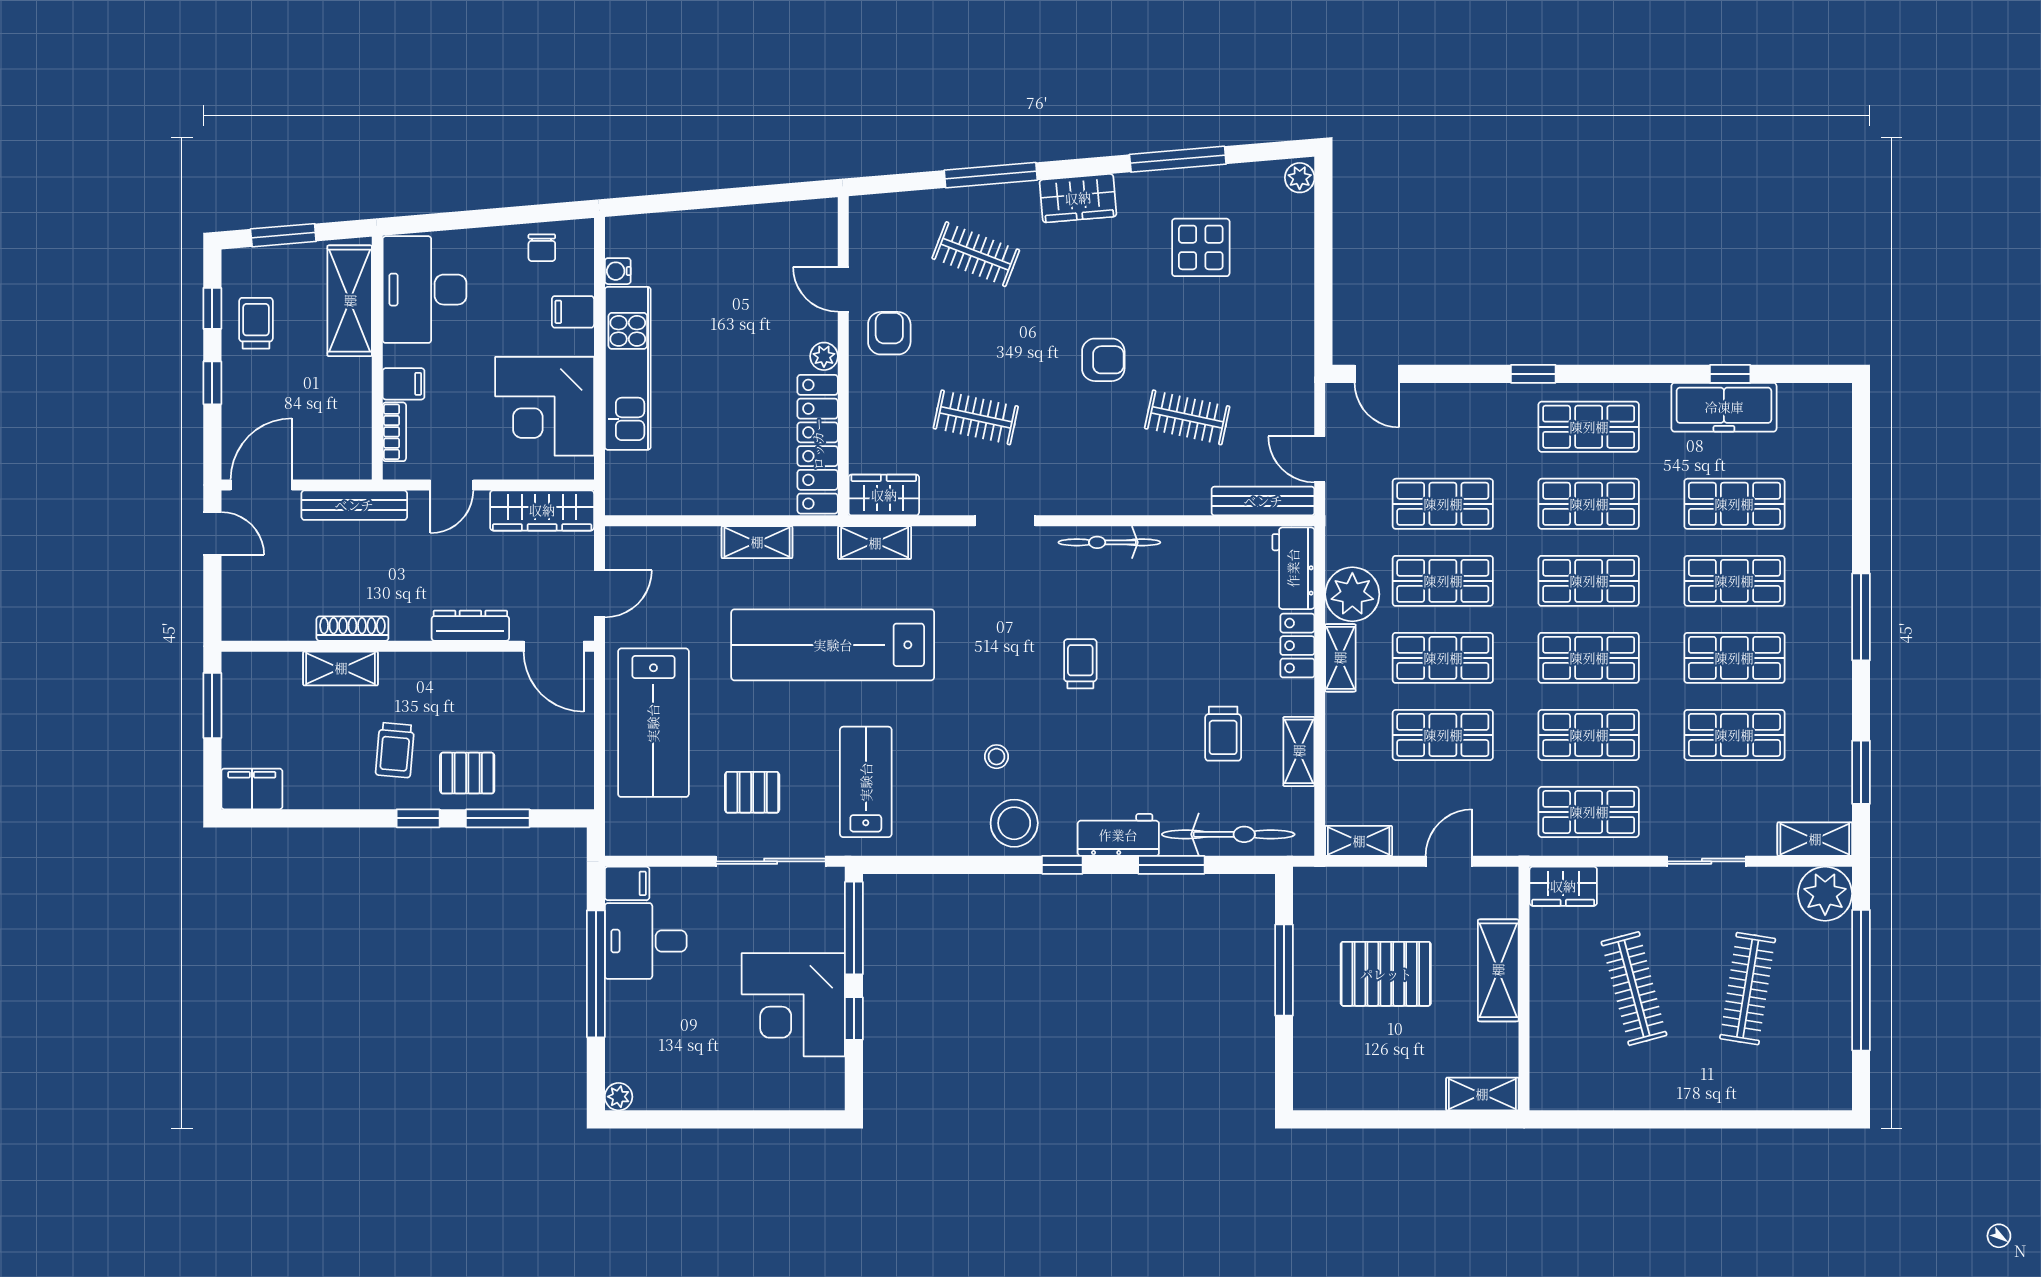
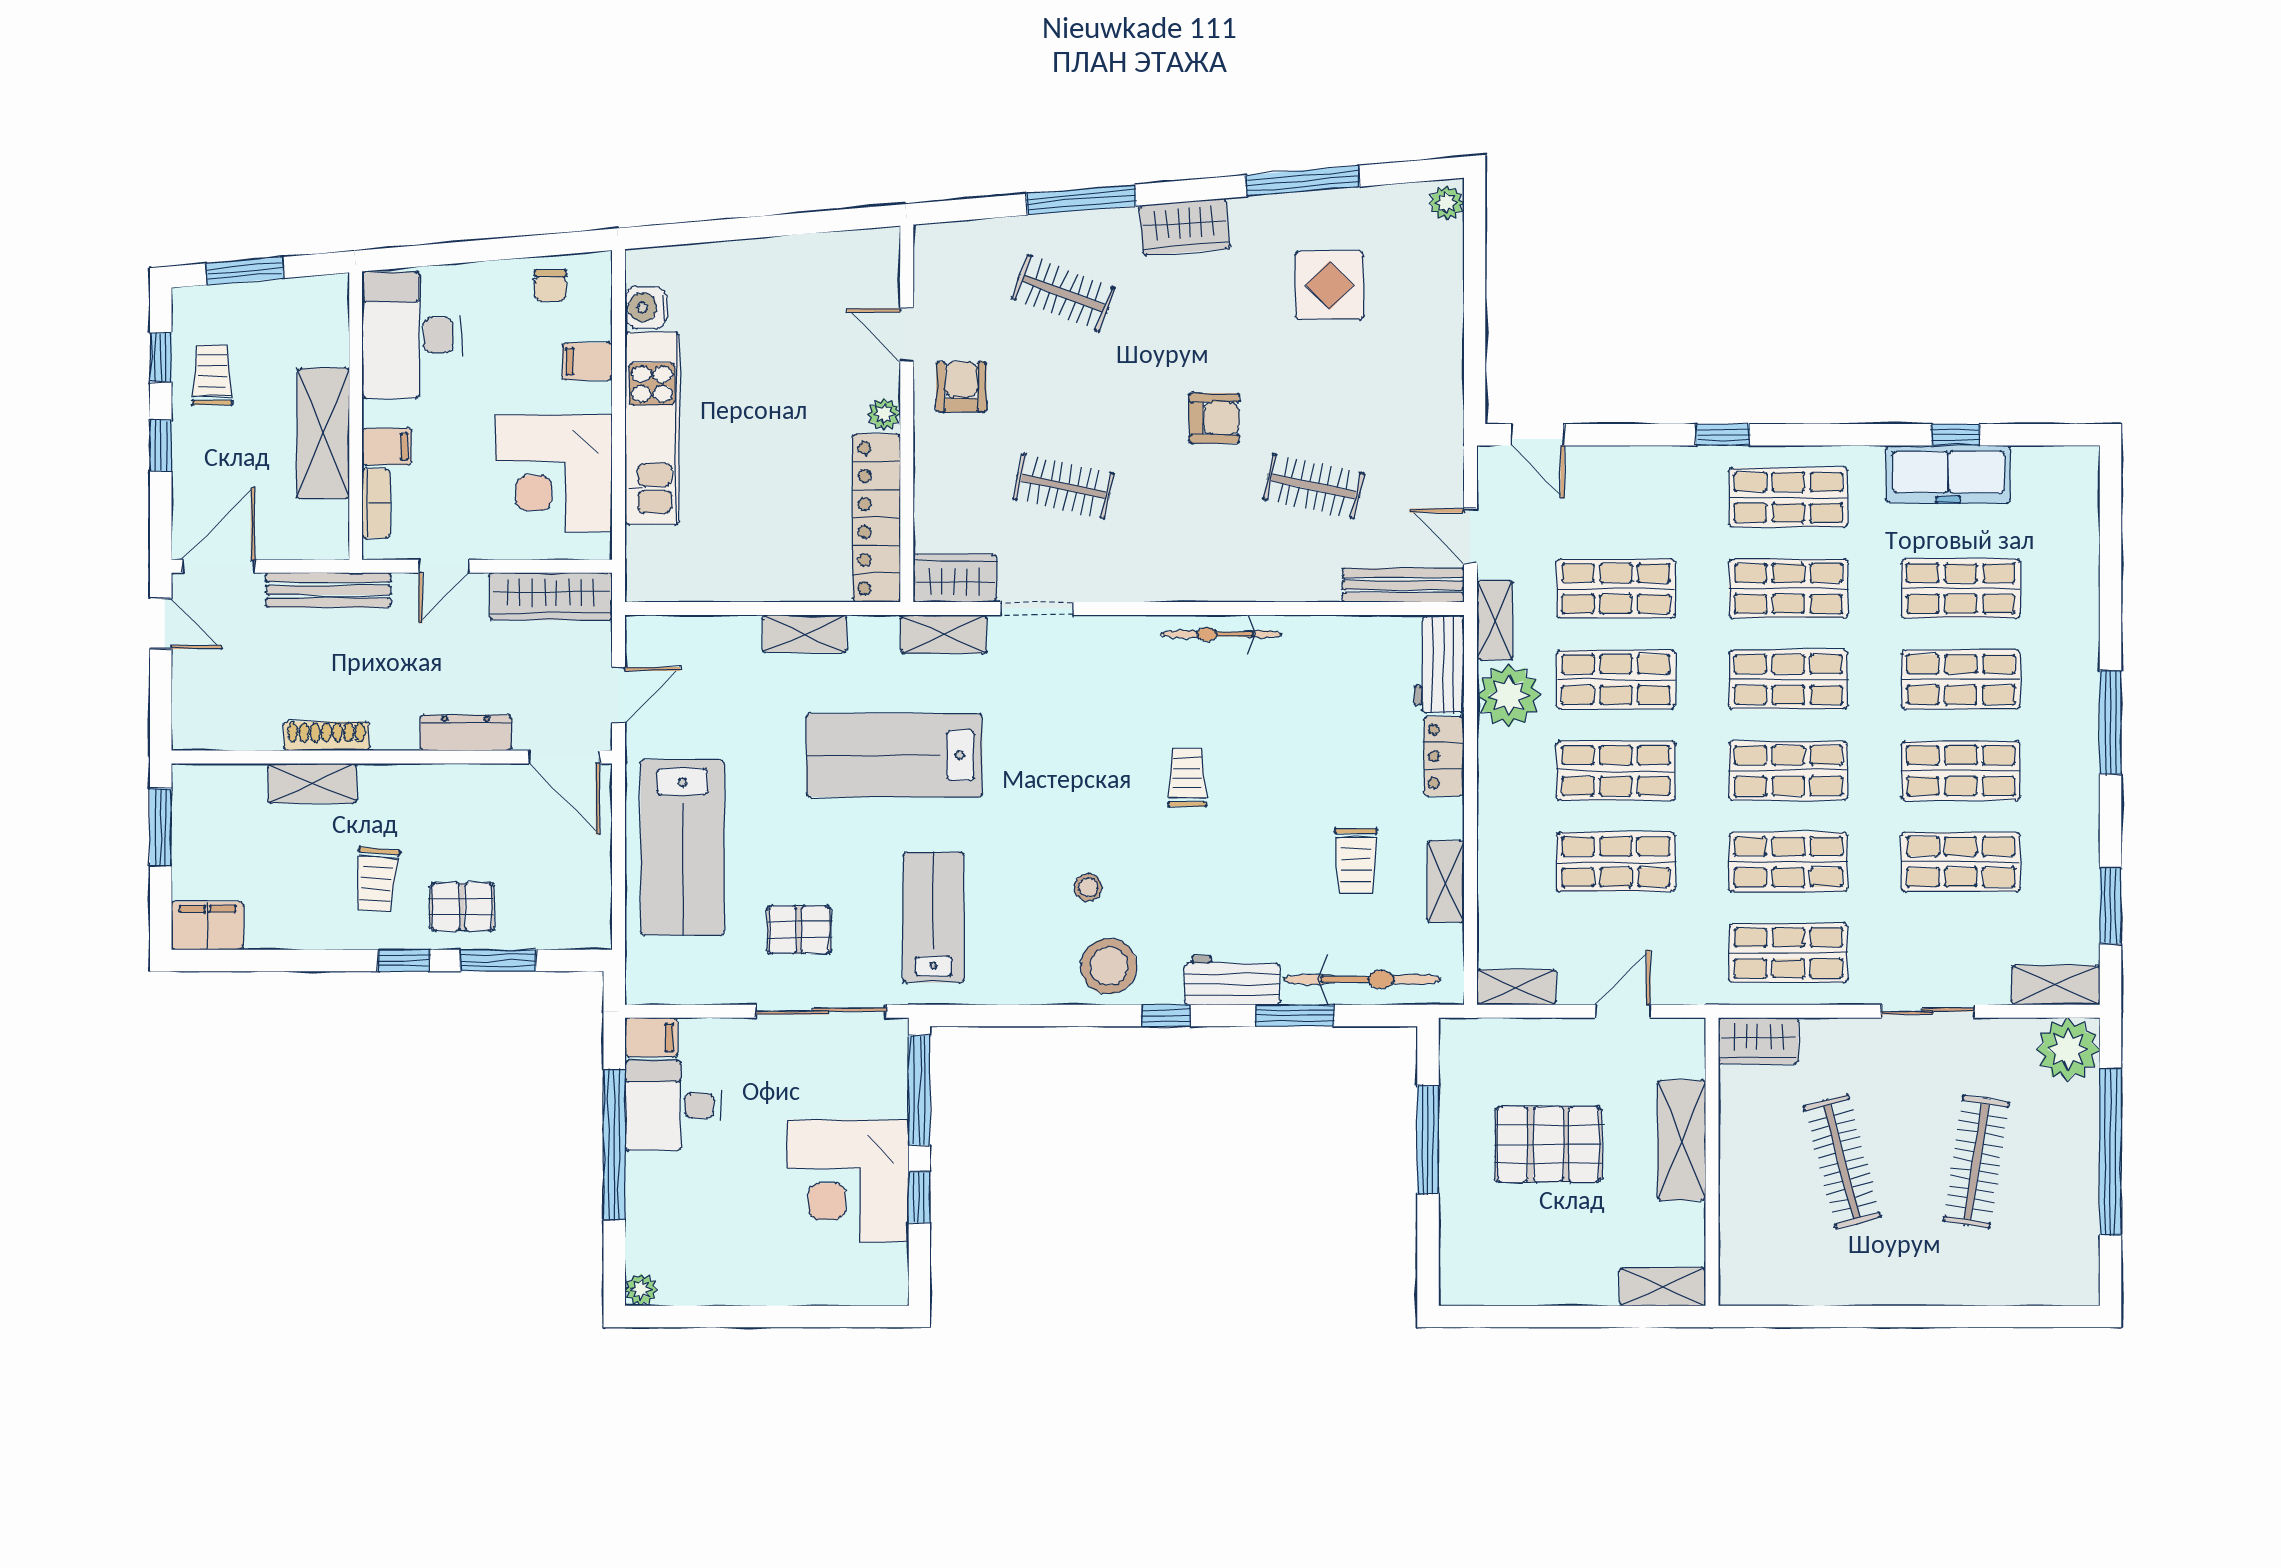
water cooler: (618, 271) -> (646, 307), width x1.38, depth x1.38
shelving: (350, 301) -> (323, 433), moved
doorway: (1005, 521) -> (1037, 609), moved
lab bench: (833, 645) -> (894, 755), width x0.73
shelving: (1340, 658) -> (1495, 620), moved

